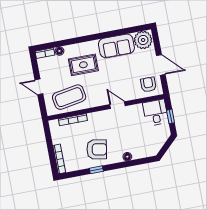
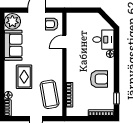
door: (118, 105) -> (64, 42), moved
desk: (155, 113) -> (103, 40), moved, turned 180
window: (171, 116) -> (83, 10), removed
armchair: (97, 149) -> (99, 79), turned 80
window: (96, 170) -> (117, 98), moved

